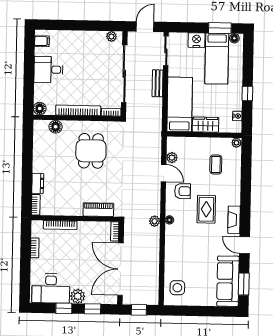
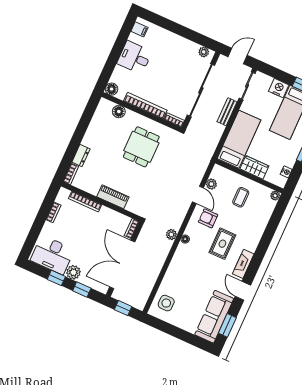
coffee table: (216, 165) -> (241, 197), moved
armchair: (183, 191) -> (208, 218), turned 180
piano: (98, 210) -> (113, 197), moved

